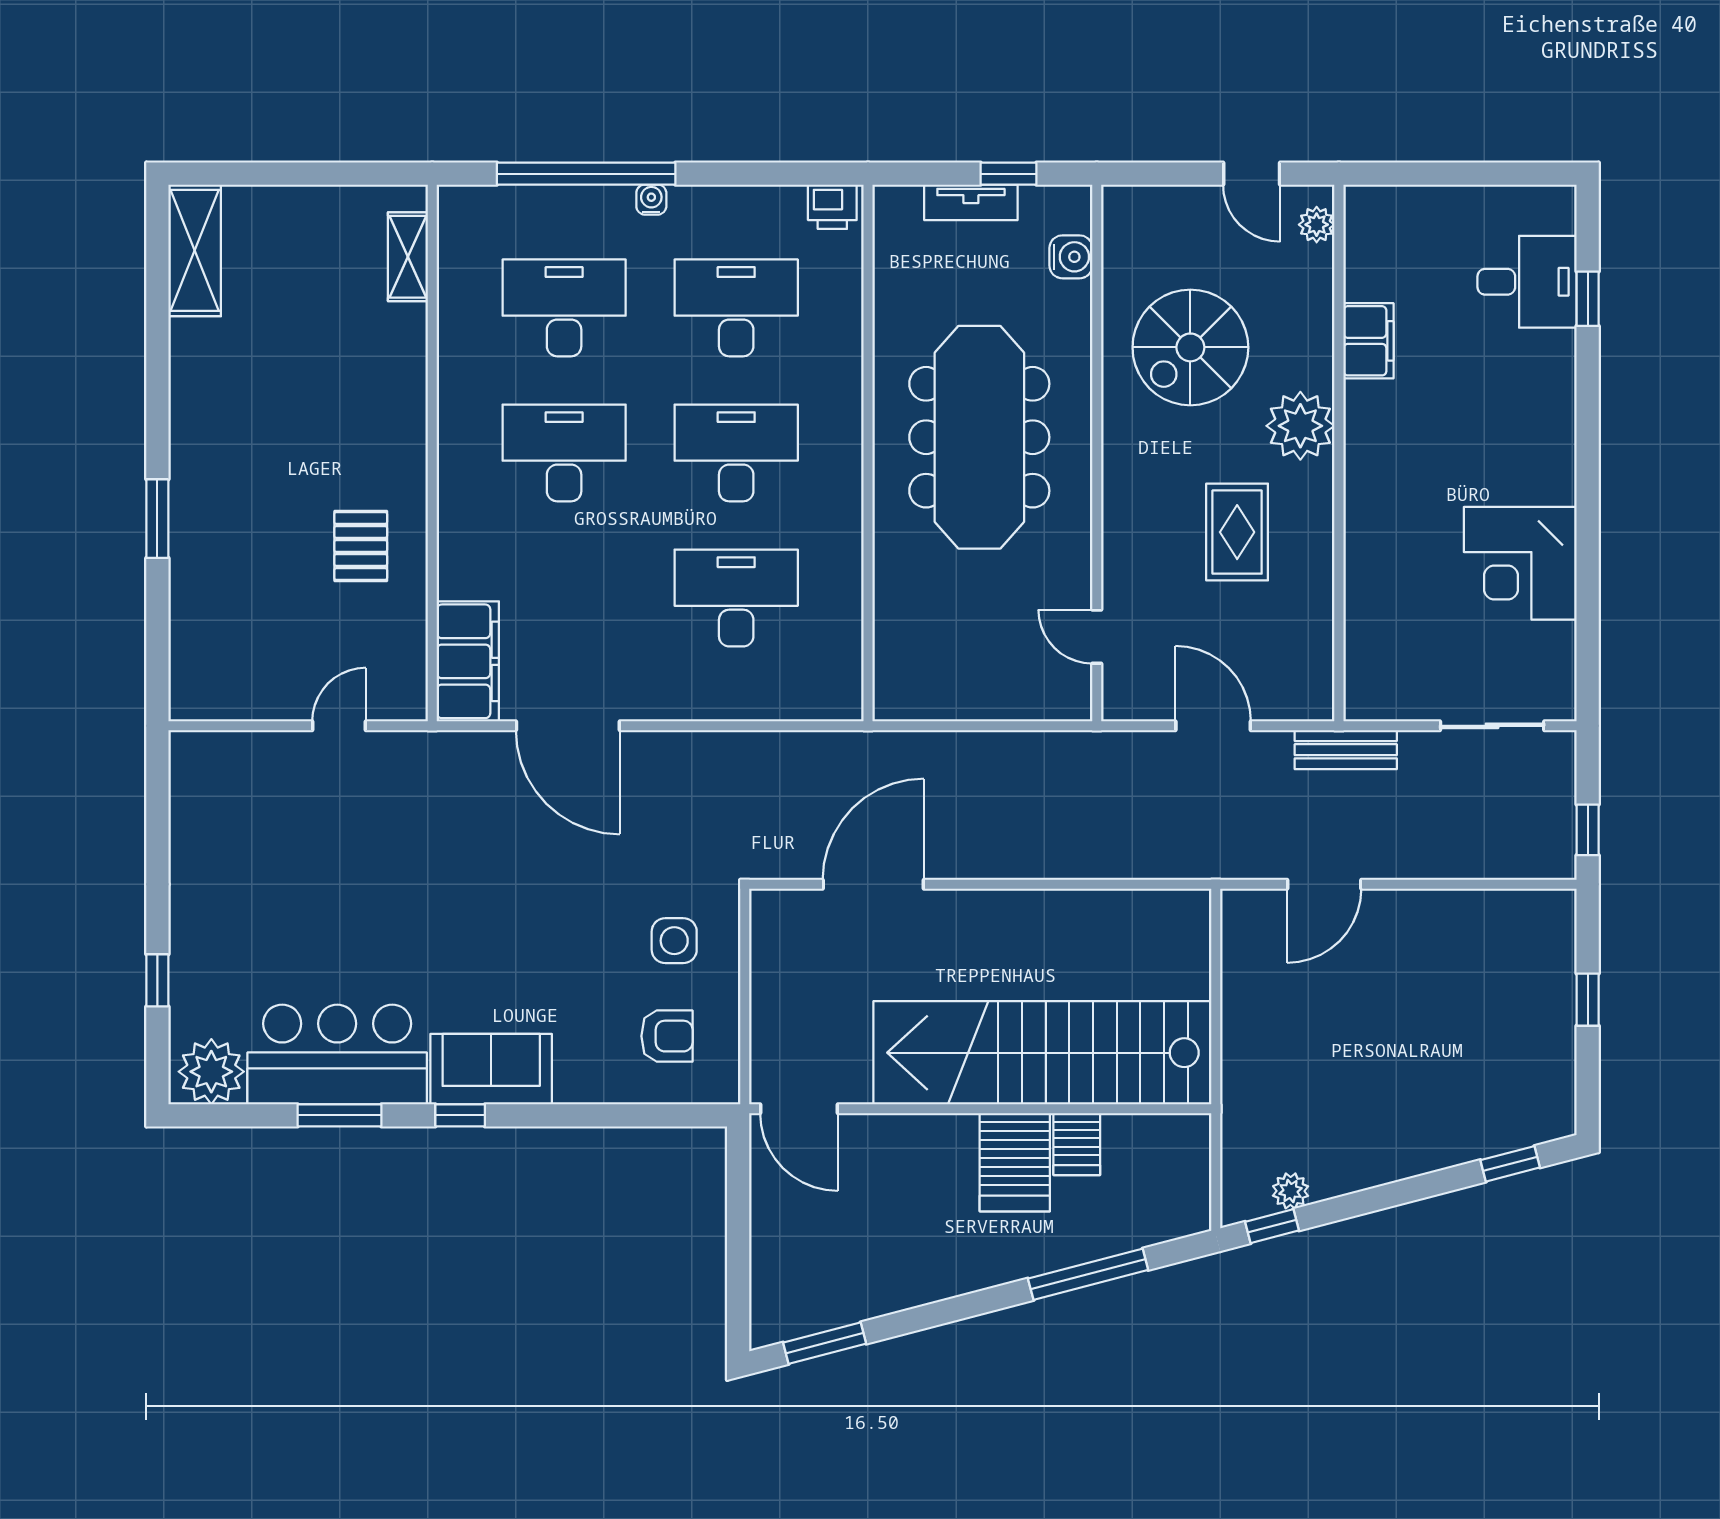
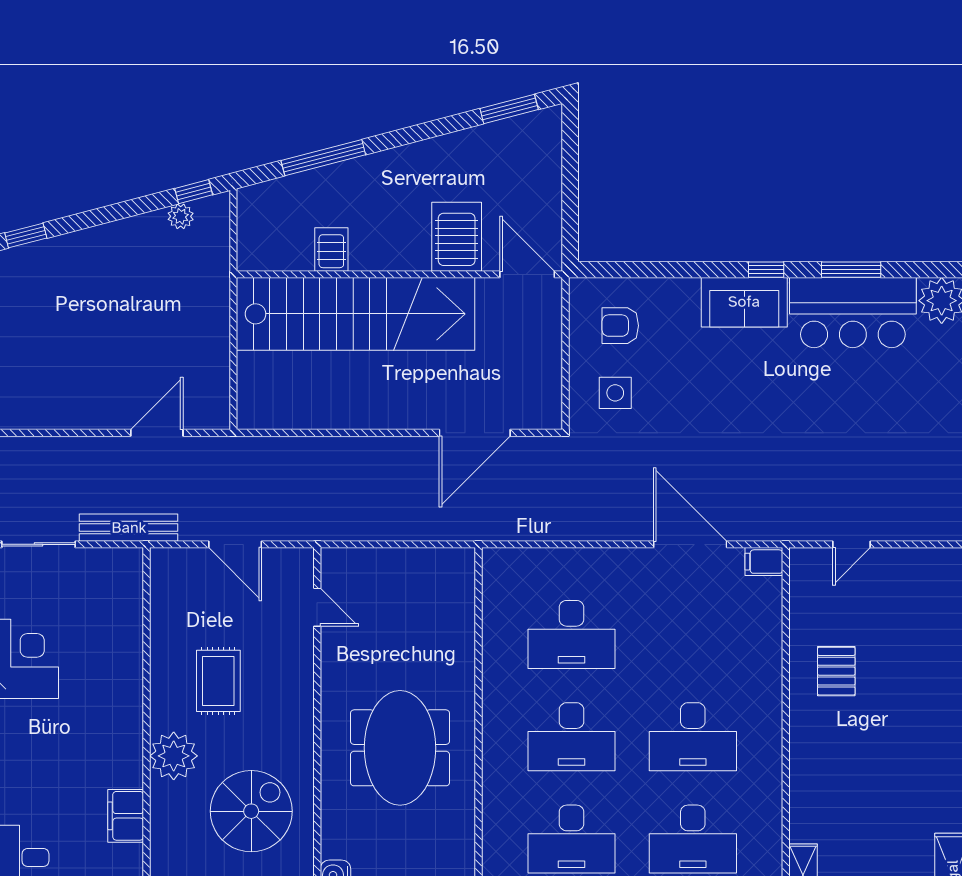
meeting table: (979, 437) -> (400, 748), width x0.73
filing cabinet: (468, 661) -> (764, 562), width x0.33, depth x0.86
bench: (1346, 750) -> (129, 528), width x1.36
server rack: (1015, 1162) -> (457, 237), moved

